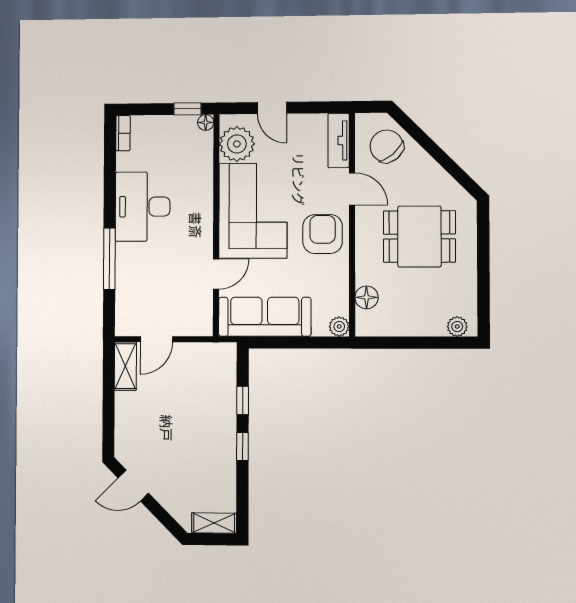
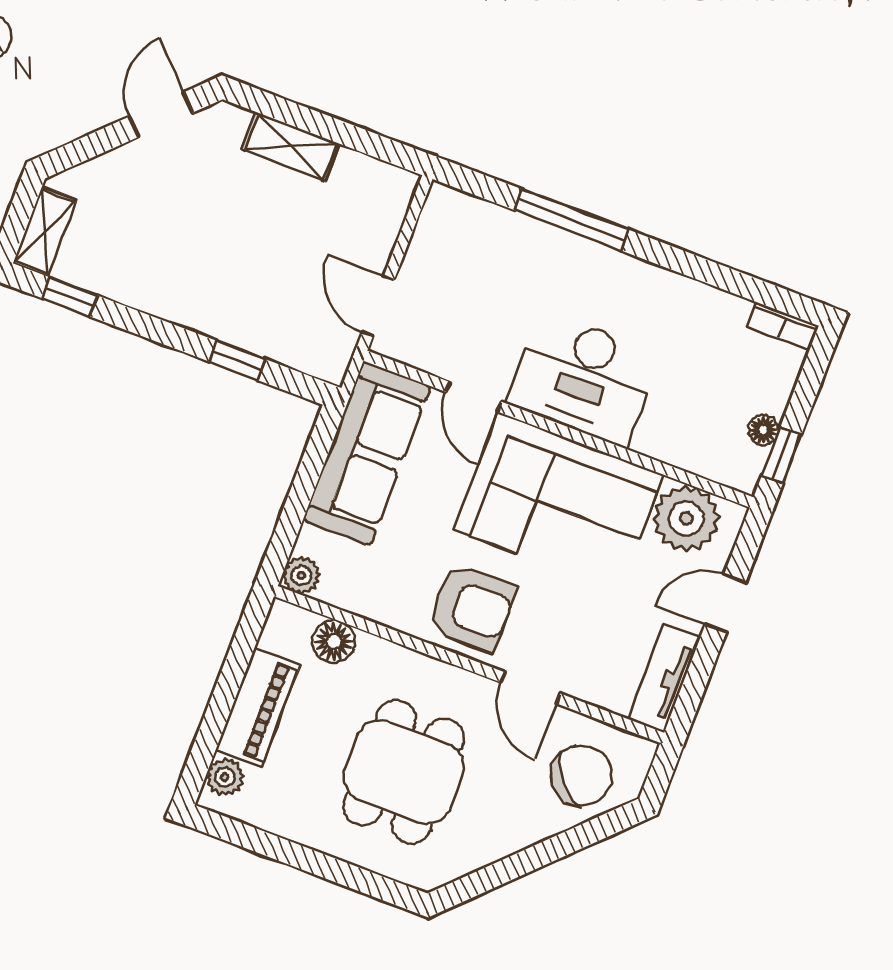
floor lamp: (206, 122) -> (763, 430), moved
tv unit: (339, 140) -> (664, 679), moved, turned -90
door: (352, 189) -> (530, 688), hinge flipped
desk: (143, 207) -> (583, 378), moved, turned 180
piano: (415, 323) -> (258, 707), added
door: (156, 339) -> (378, 306), moved
shelving: (125, 366) -> (291, 147), moved
window: (242, 446) -> (70, 297), moved

